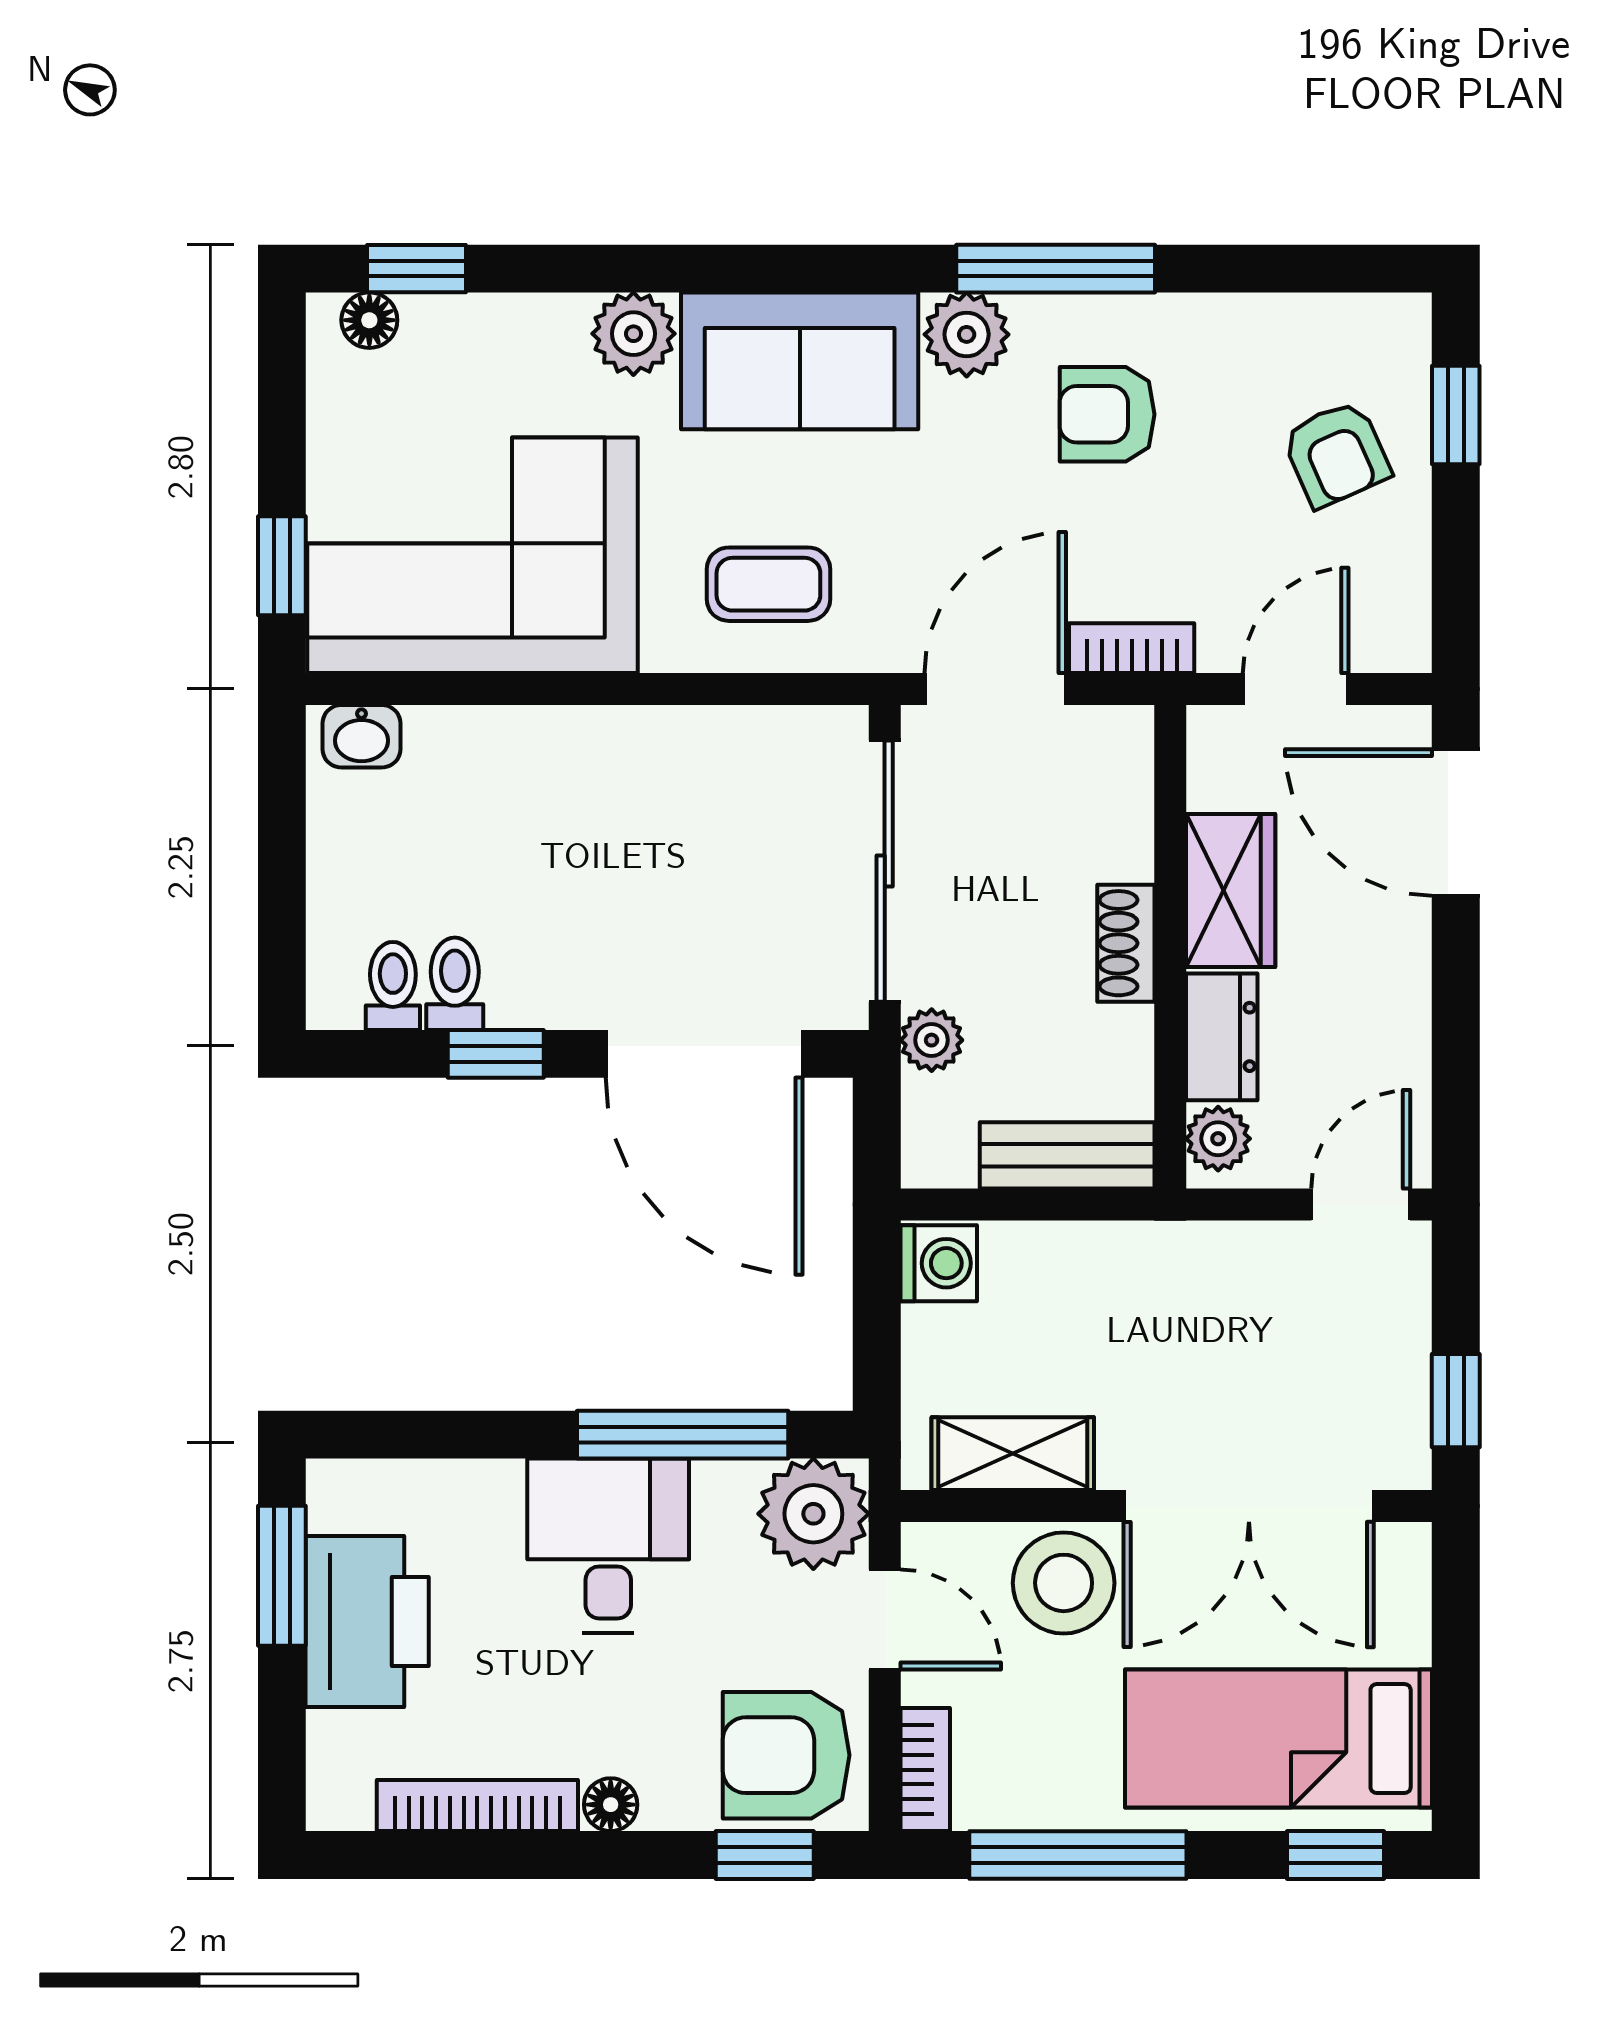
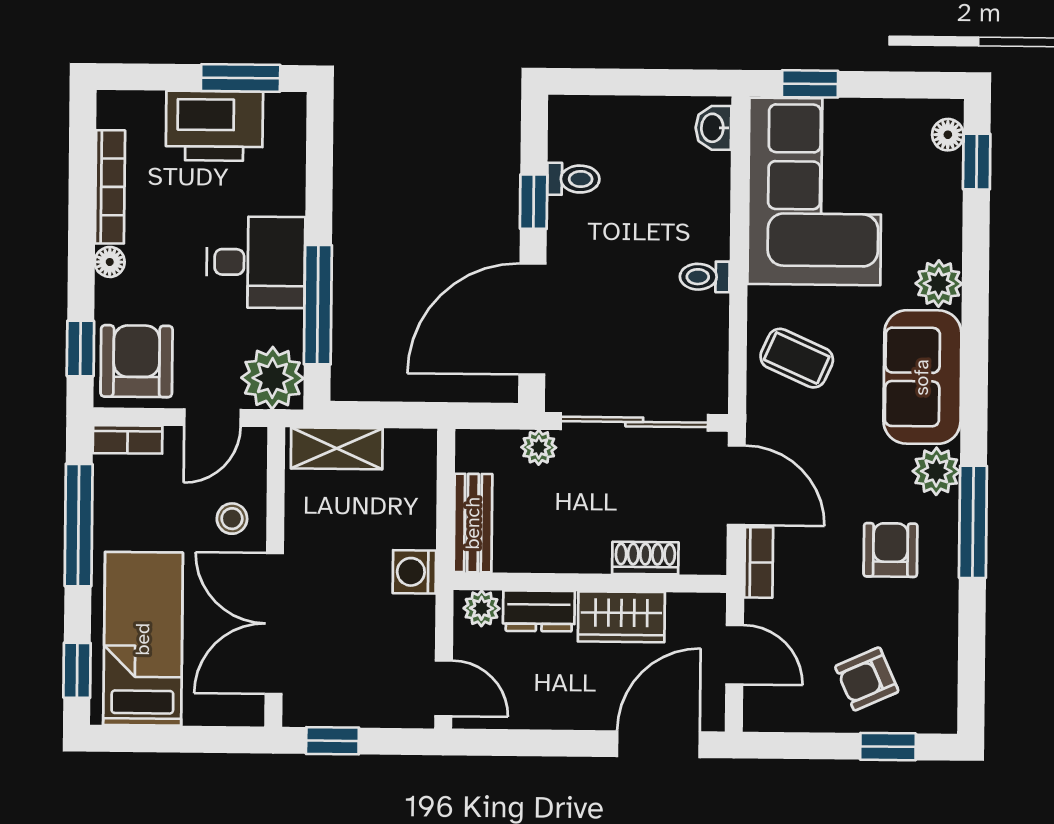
coffee table: (768, 584) -> (797, 358), turned -66
shoe rack: (1126, 943) -> (645, 558), moved
toilet: (393, 986) -> (705, 277), moved, turned 180
washing machine: (939, 1263) -> (414, 572), moved, turned 90
shelving: (1013, 1454) -> (337, 448), moved, turned 90
stool: (1064, 1583) -> (232, 519), width x0.53, depth x0.53

